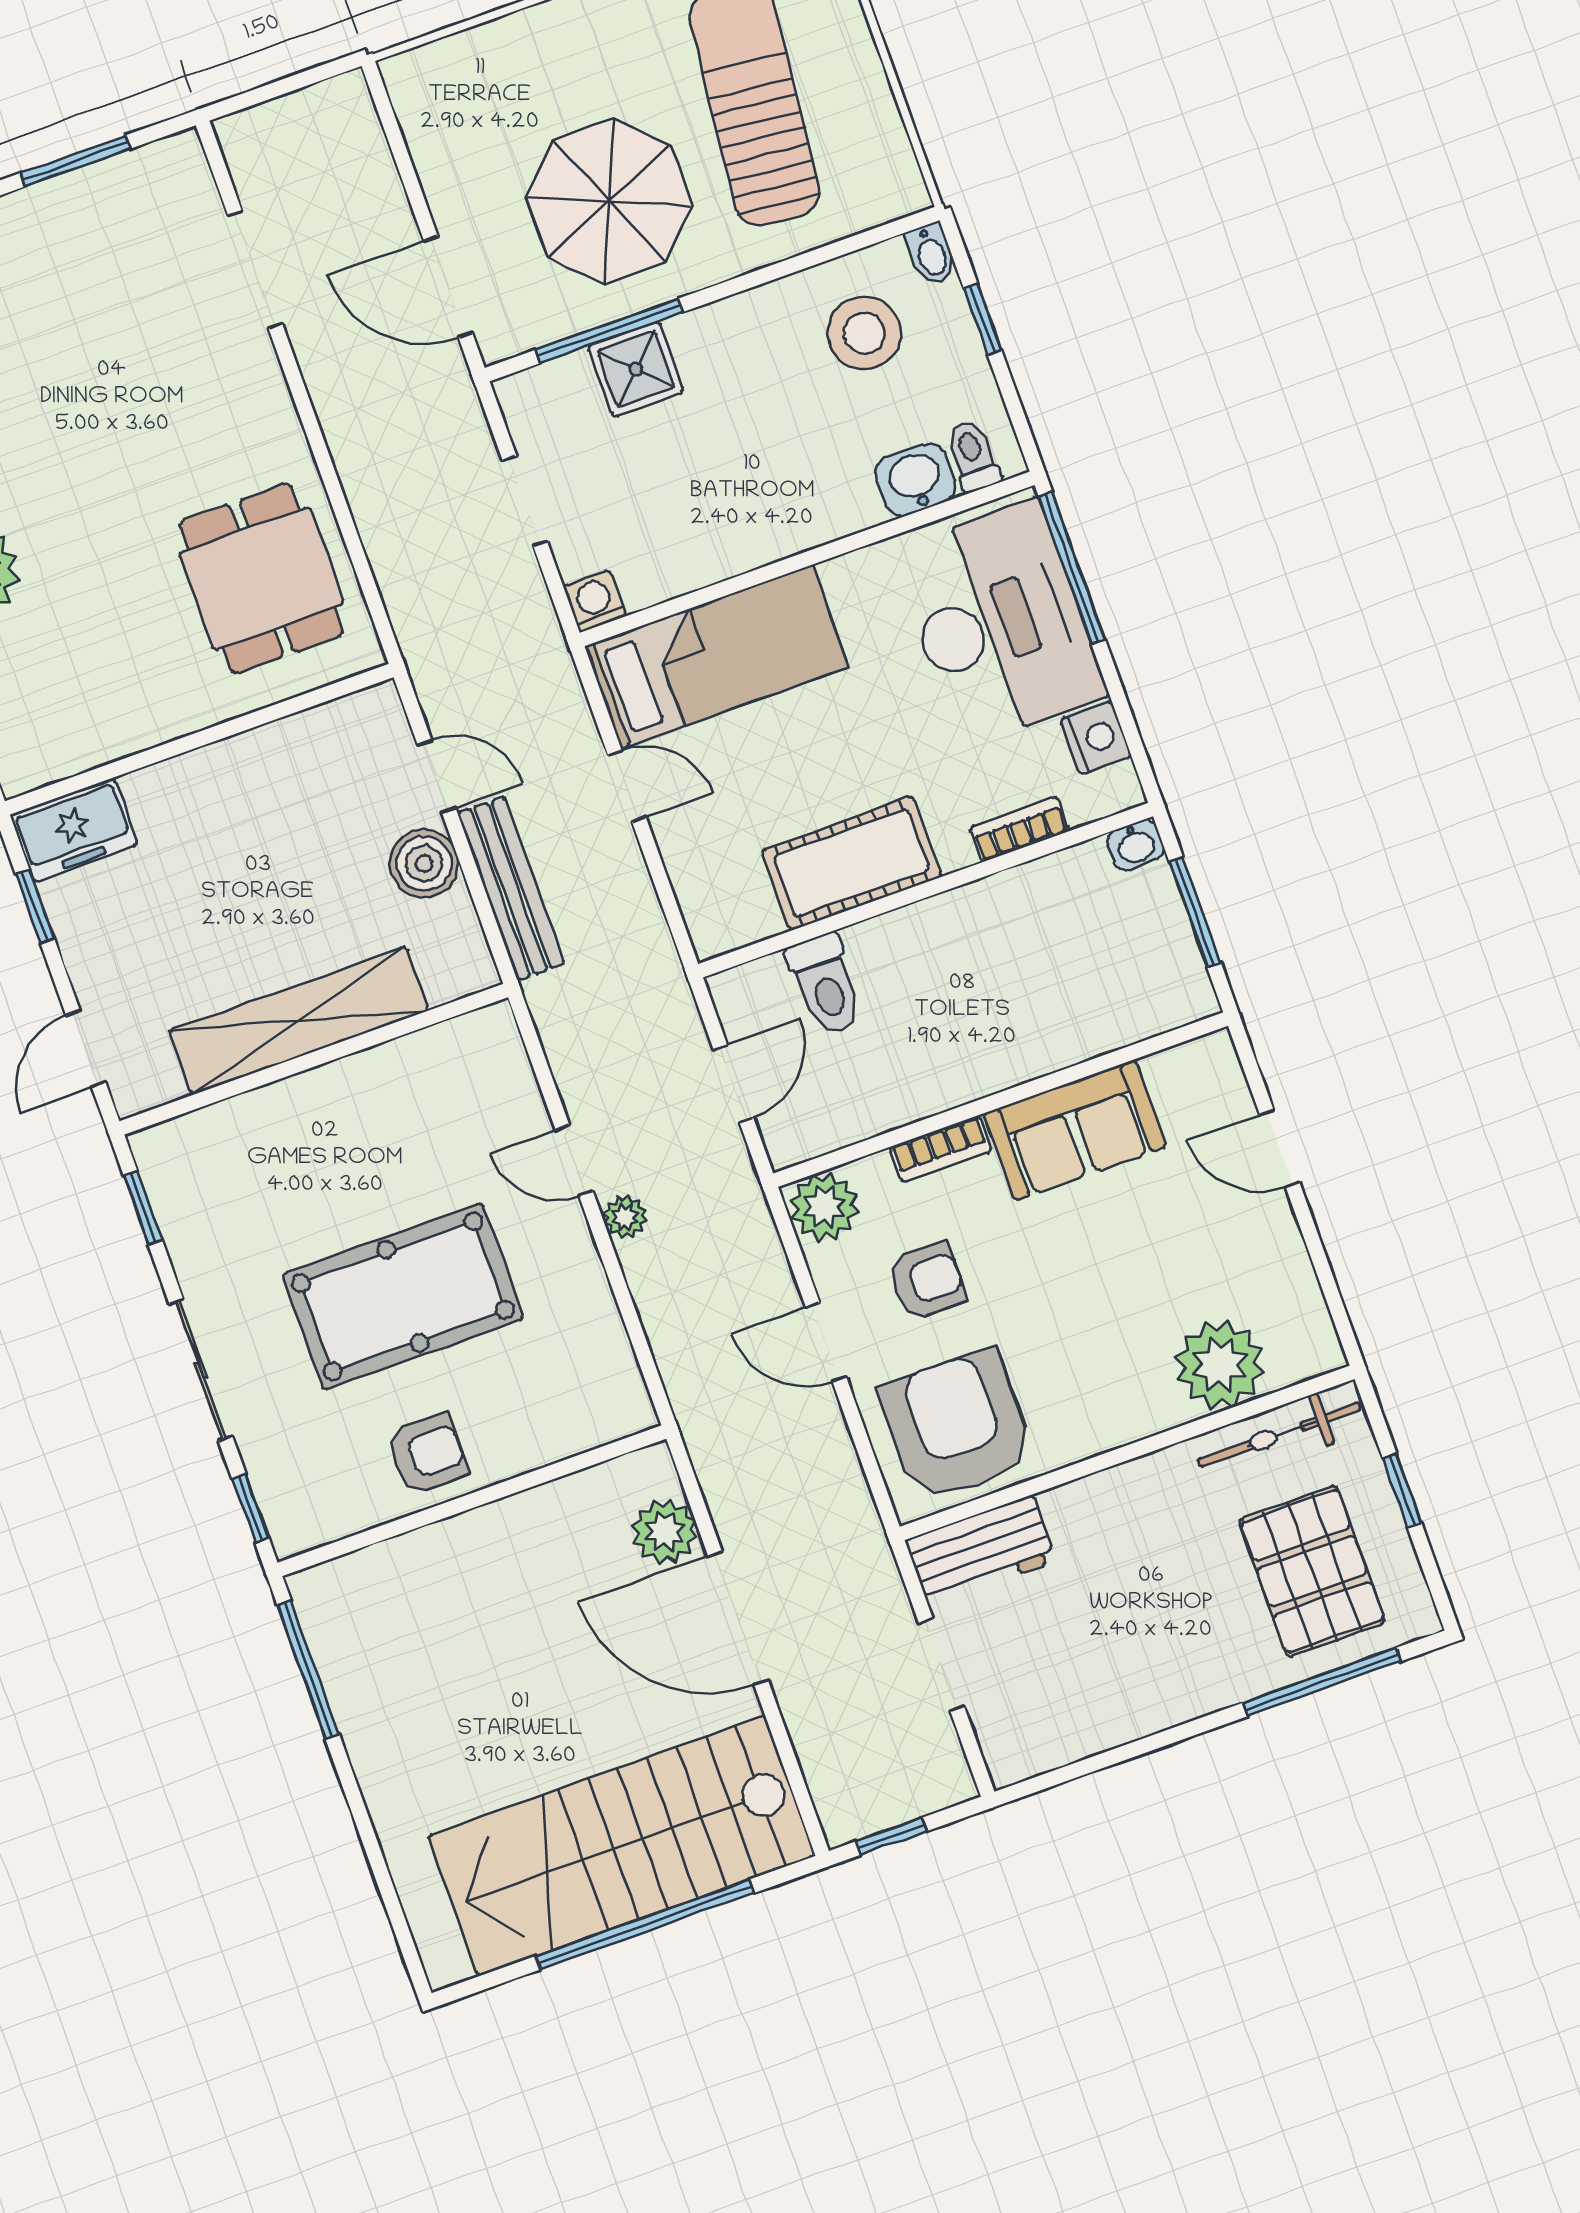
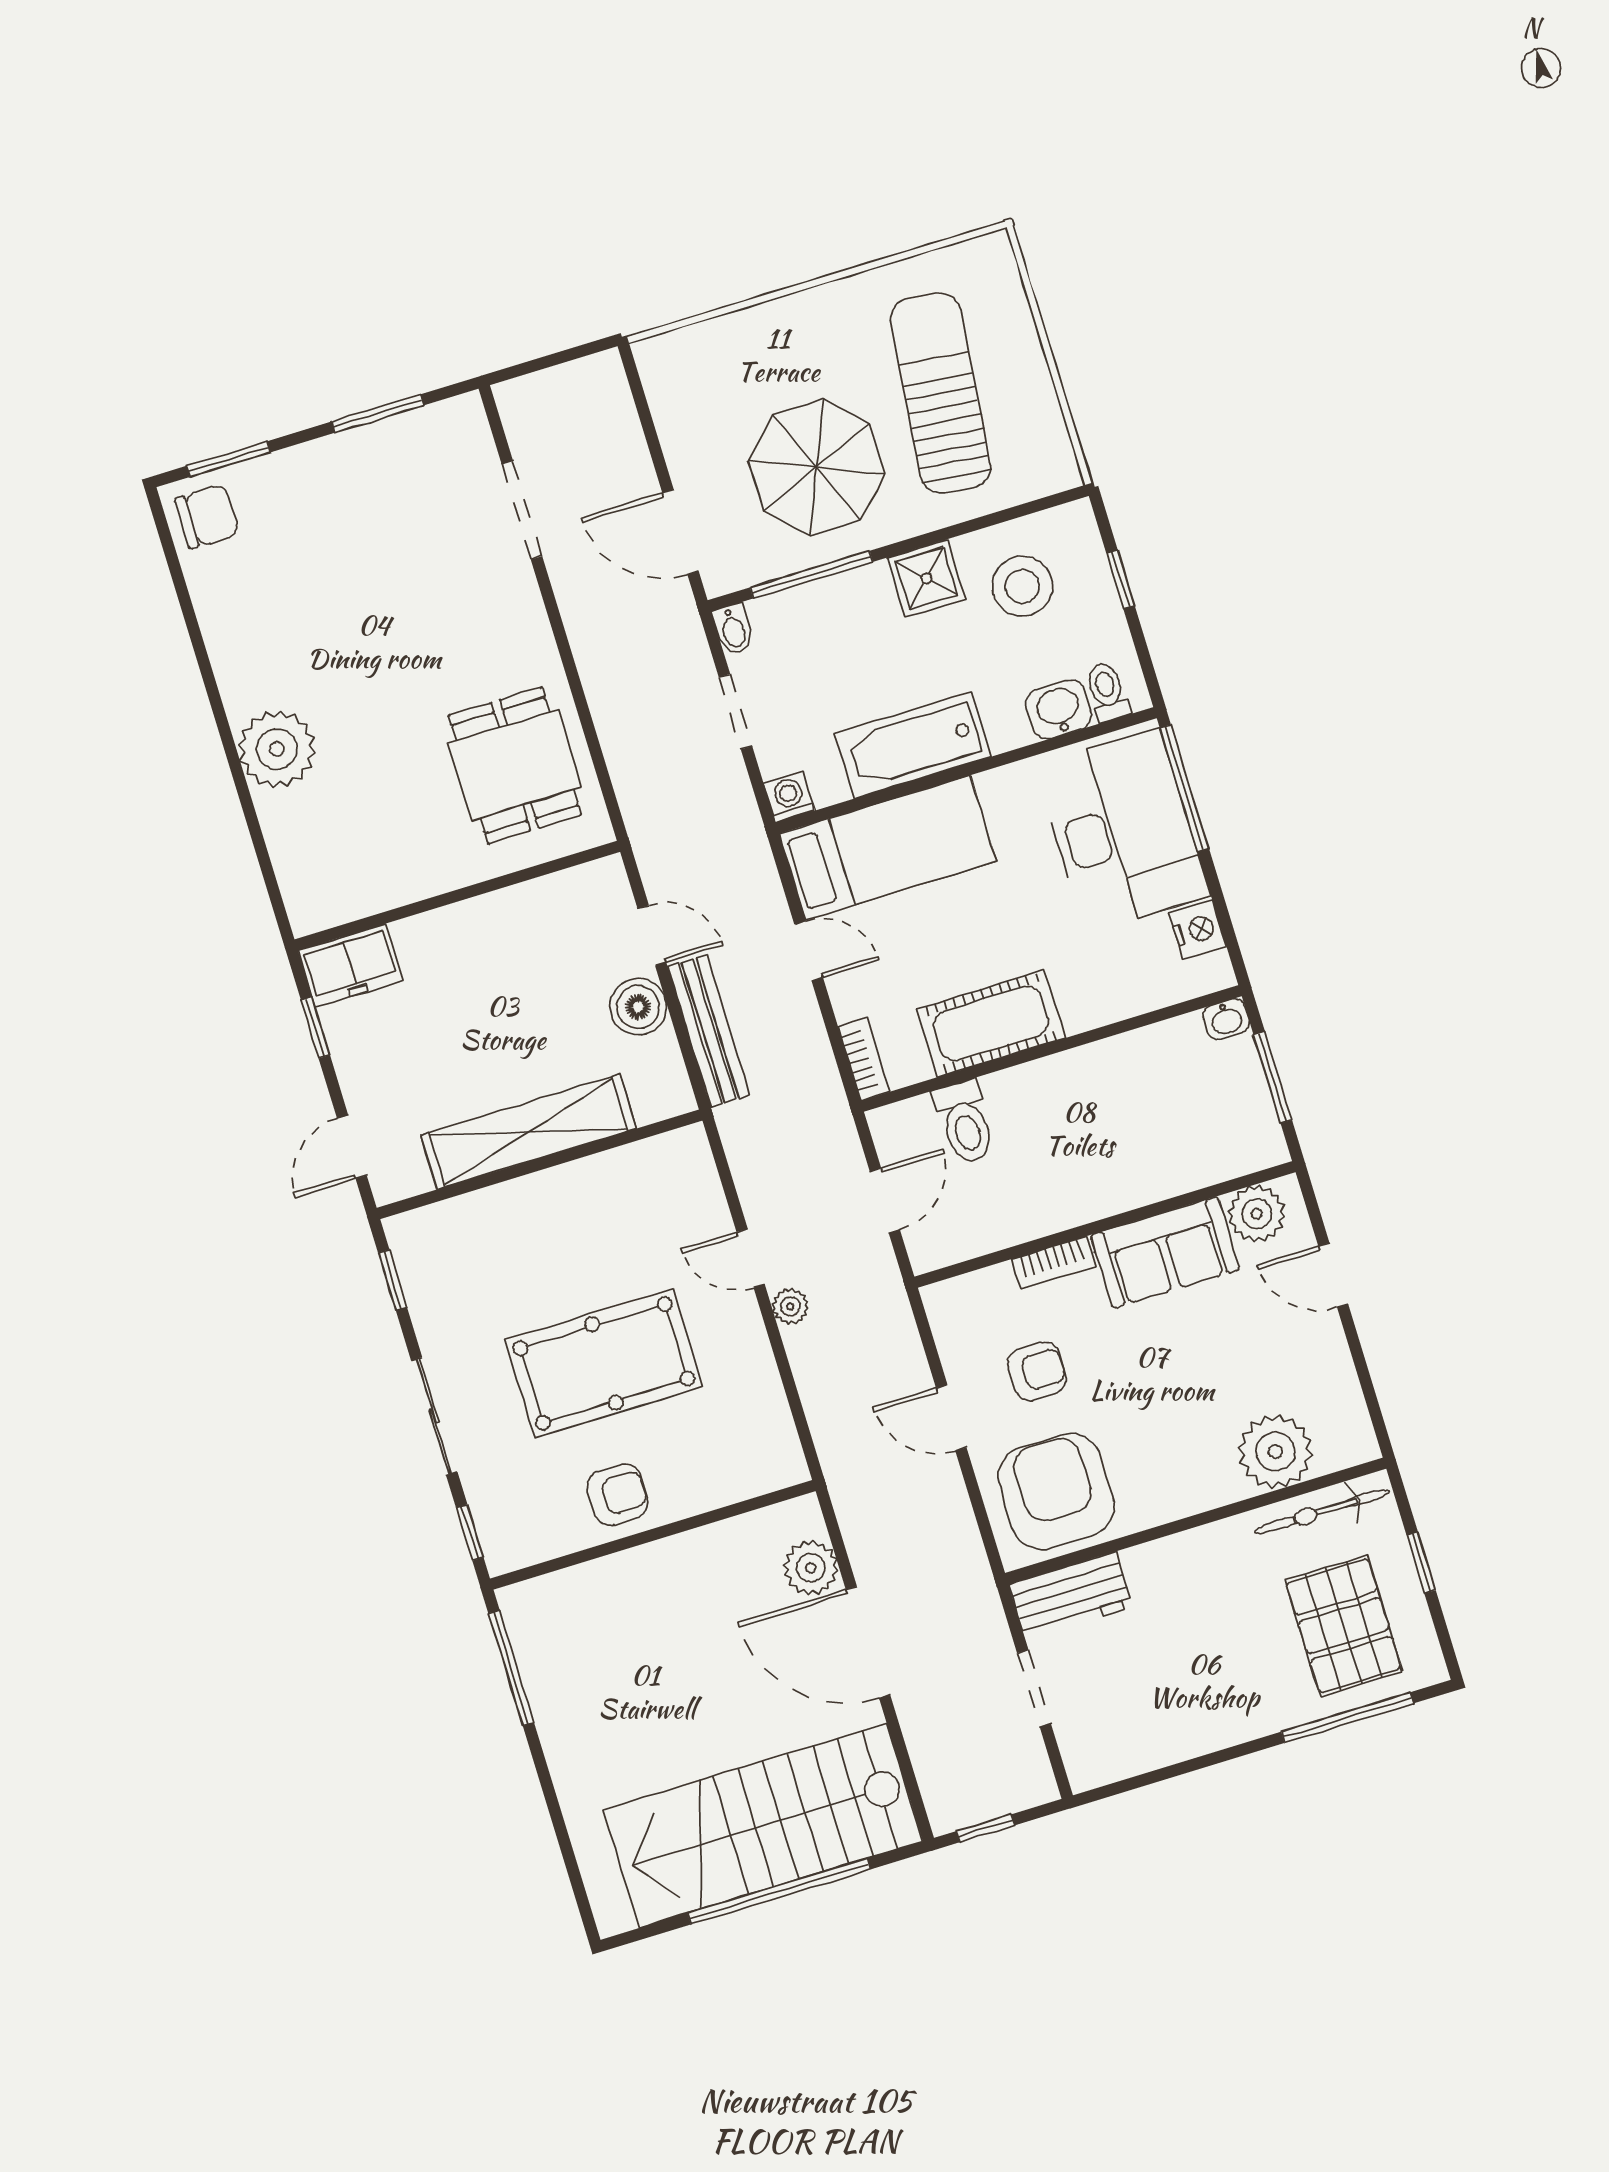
bidet: (931, 253) -> (733, 629), moved
shower: (636, 369) -> (926, 578), moved
bathtub: (741, 531) -> (913, 745), added
bookcase: (1019, 829) -> (864, 1059), moved, turned 90
plant: (824, 1207) -> (1257, 1214), moved

